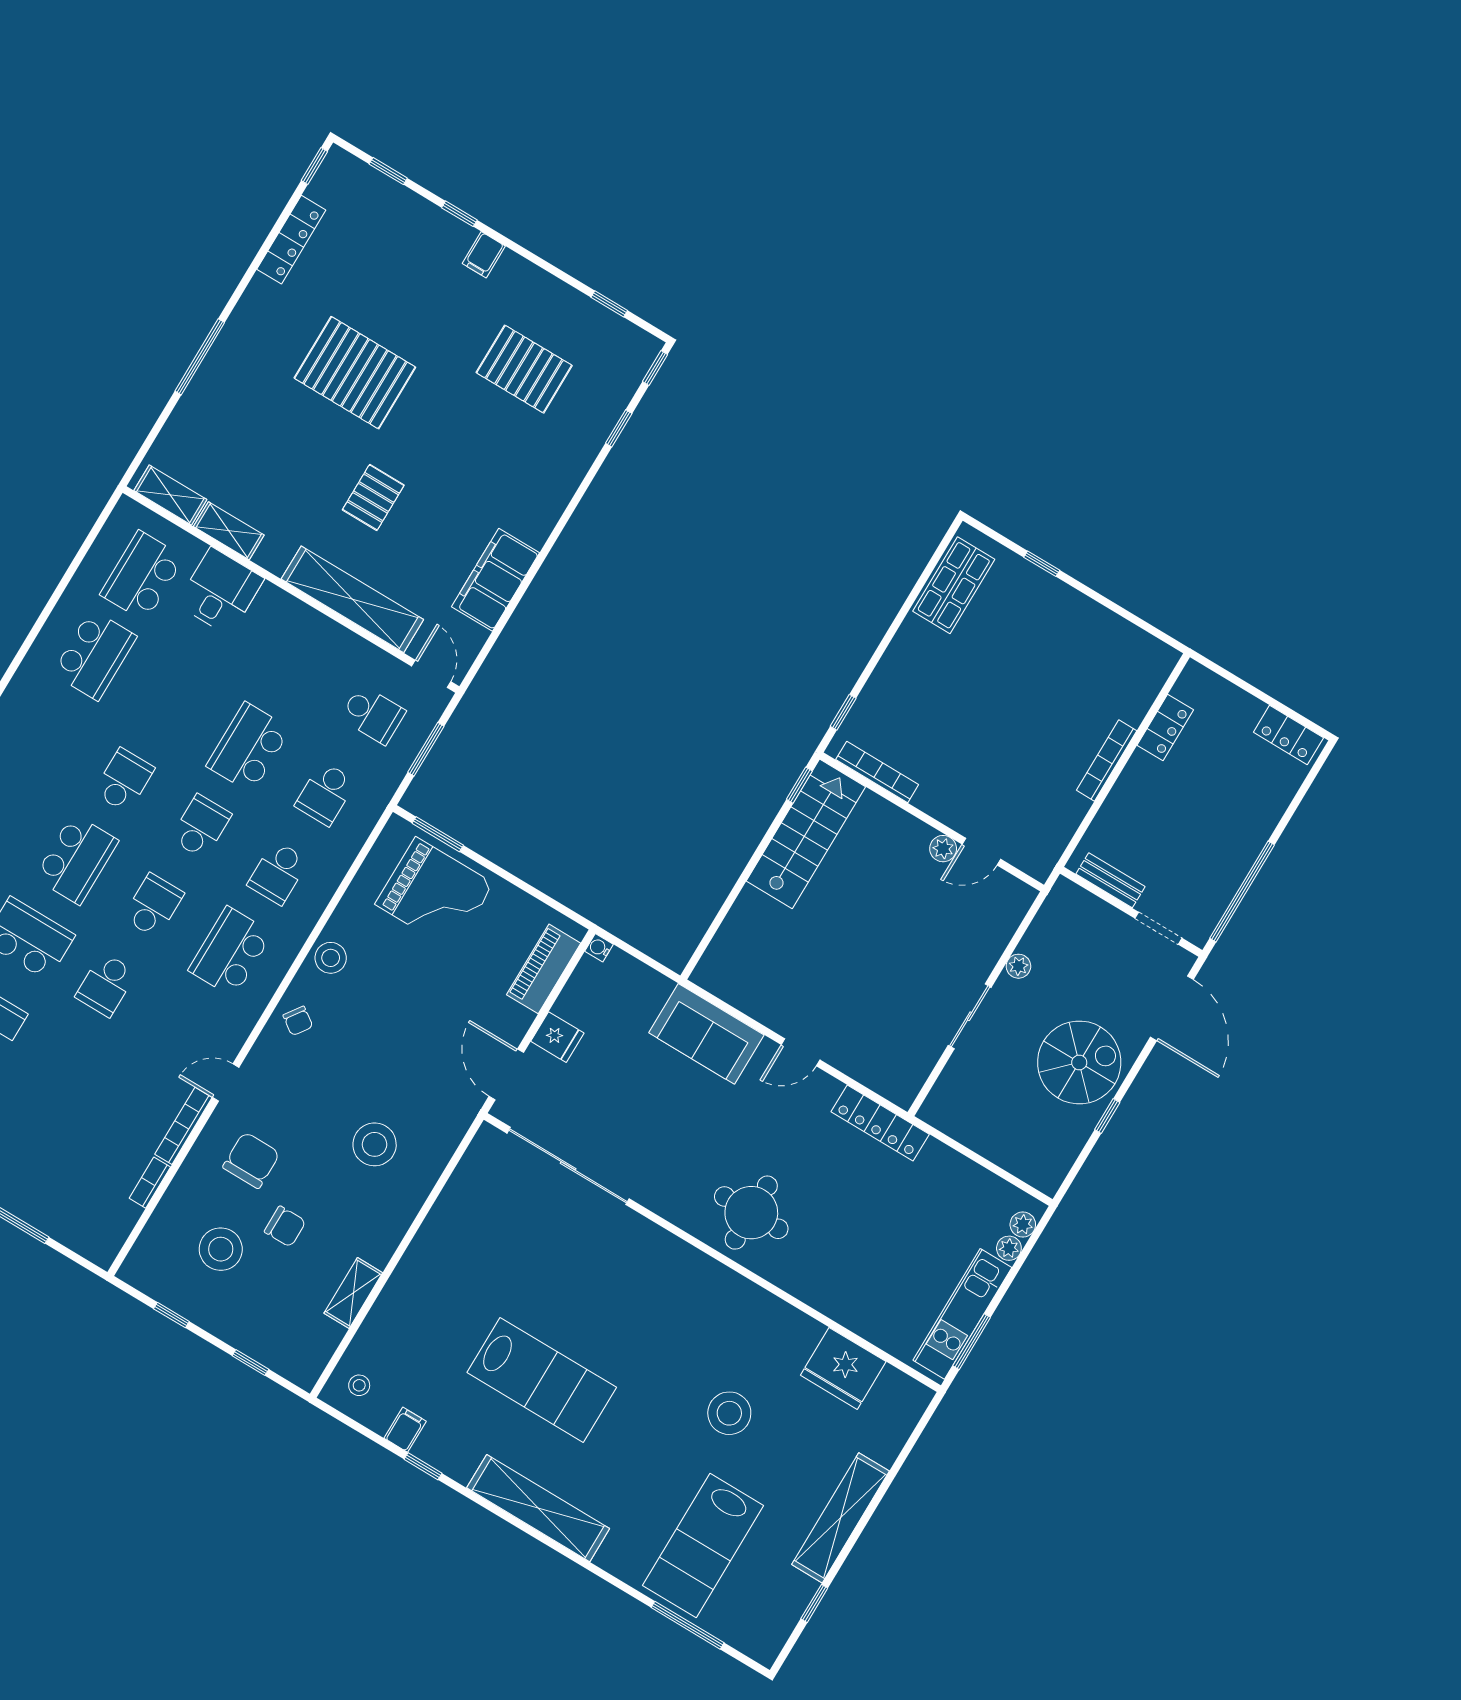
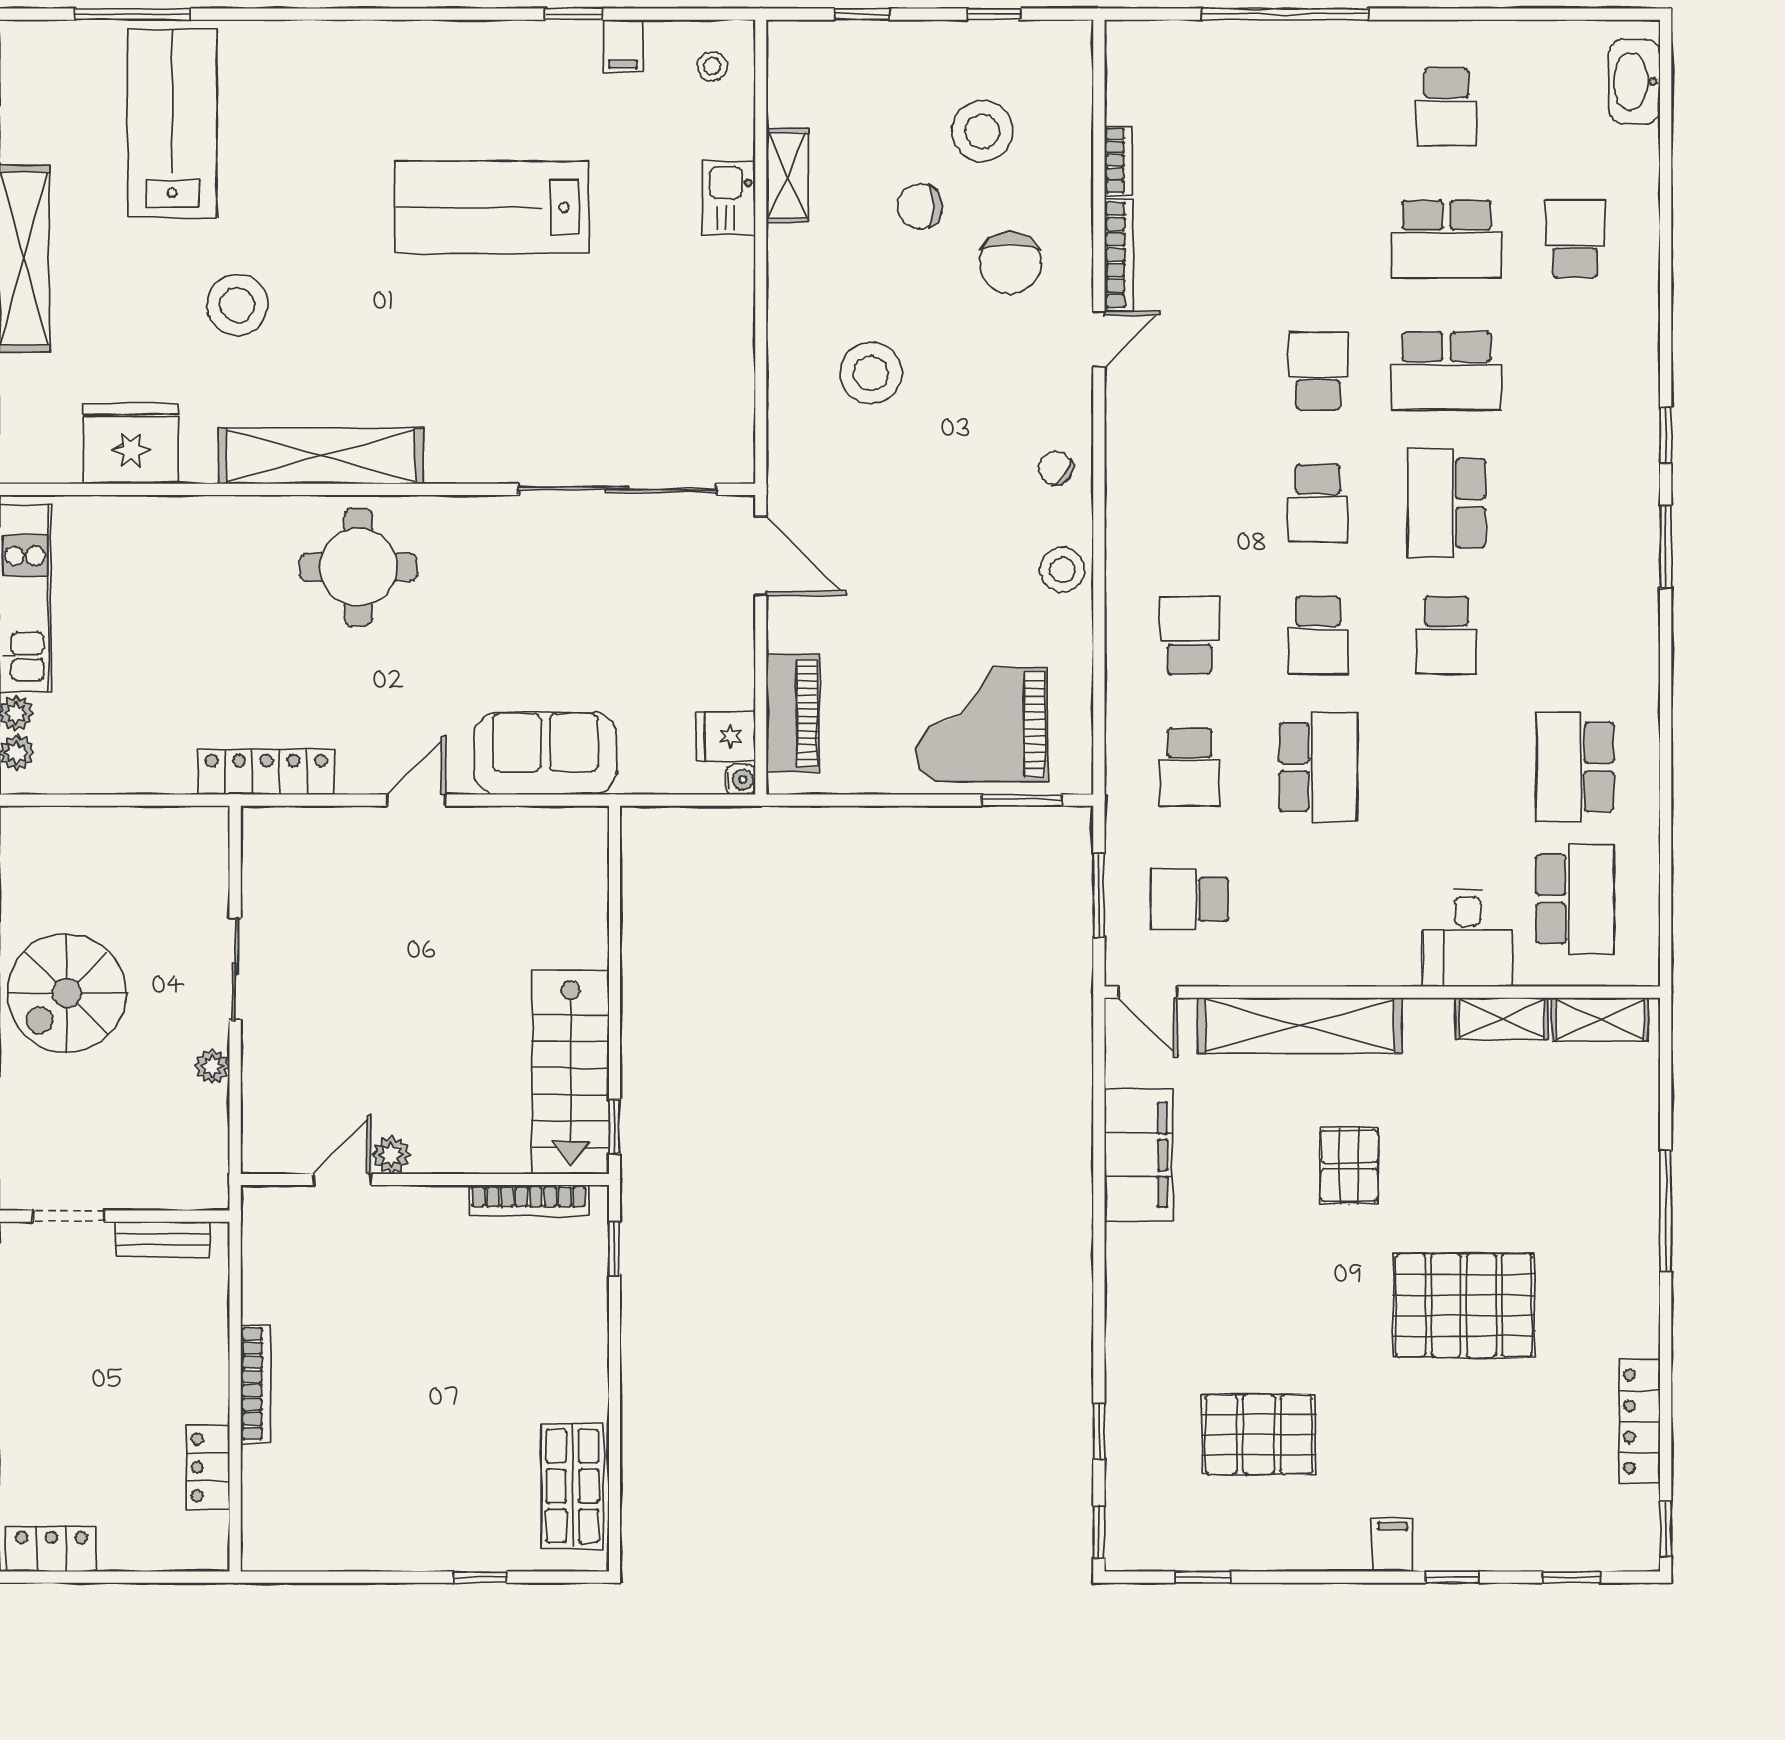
school desk: (325, 794) -> (1190, 767), turned 180
school desk: (230, 952) -> (1190, 503), removed
fridge: (557, 1037) -> (726, 736), moved
kitchen sink: (397, 1301) -> (728, 198), added
shelving: (538, 1508) -> (321, 456), moved

